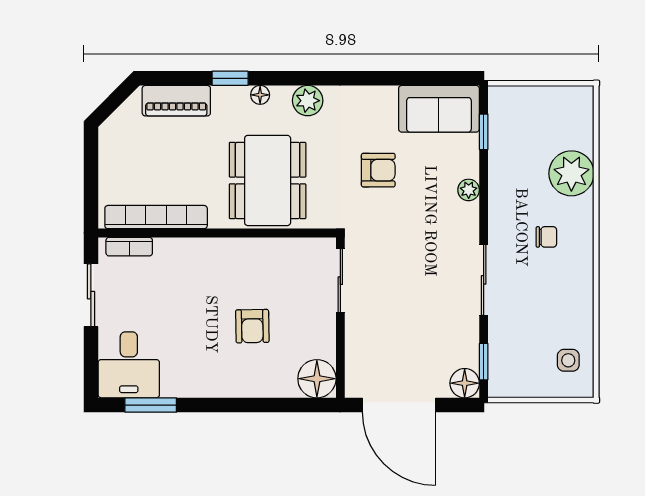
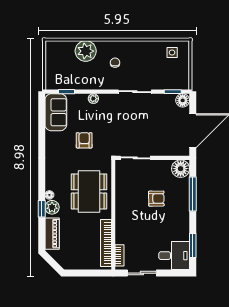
plant: (308, 101) -> (52, 207), moved
dining table: (268, 180) -> (89, 191), turned 90
window: (262, 405) -> (193, 194), added

